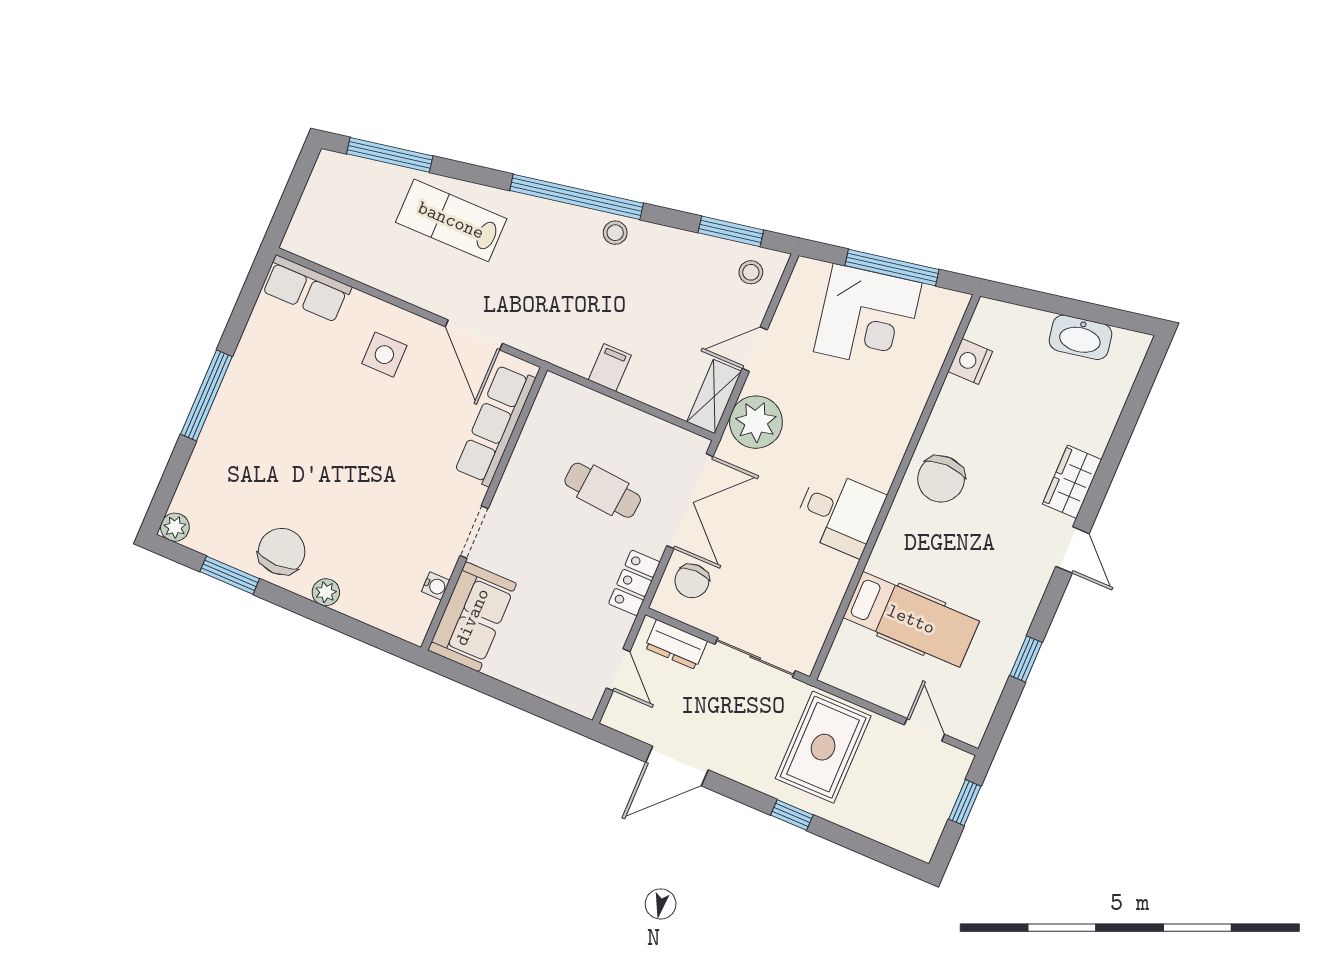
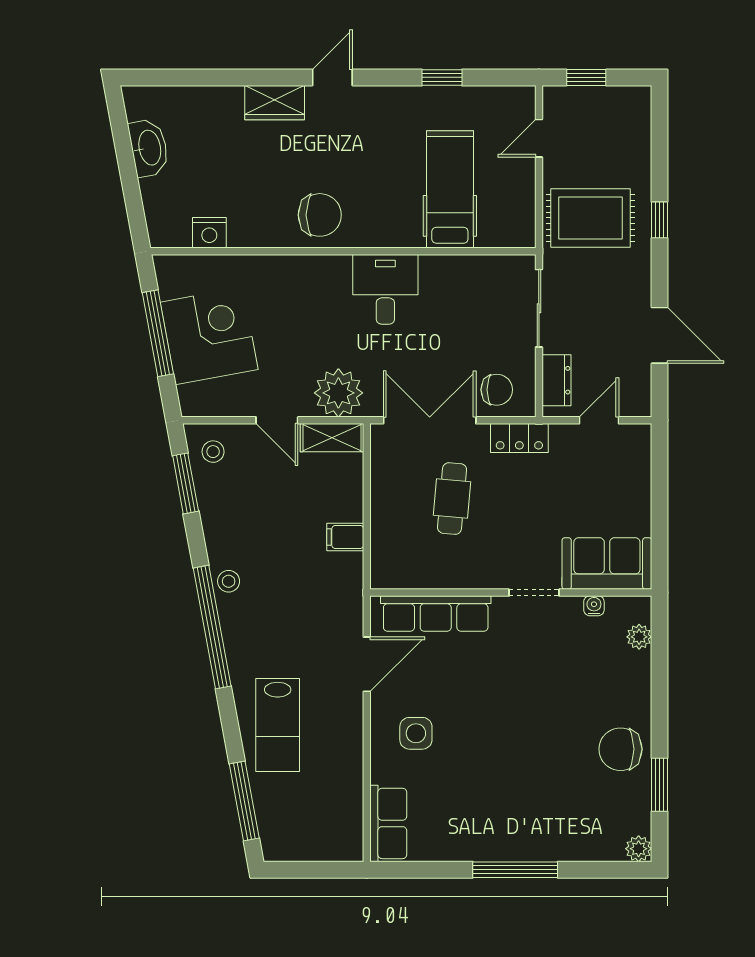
plant: (326, 592) -> (639, 637), moved

